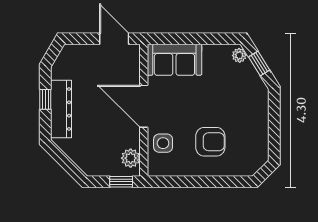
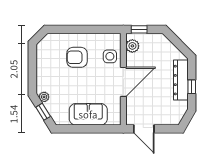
plant: (239, 55) -> (44, 97), moved
sofa: (174, 60) -> (88, 114), moved
door: (144, 106) -> (123, 82), hinge flipped

